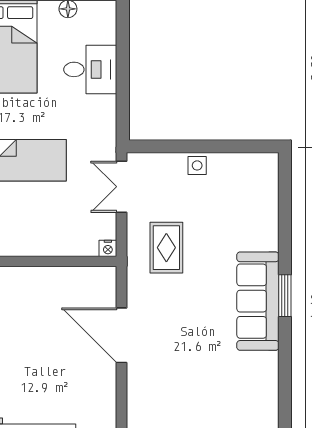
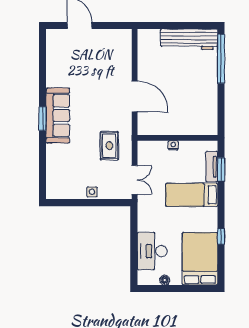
desk: (90, 69) -> (152, 251), width x1.37
nightstand: (108, 248) -> (173, 145), moved

